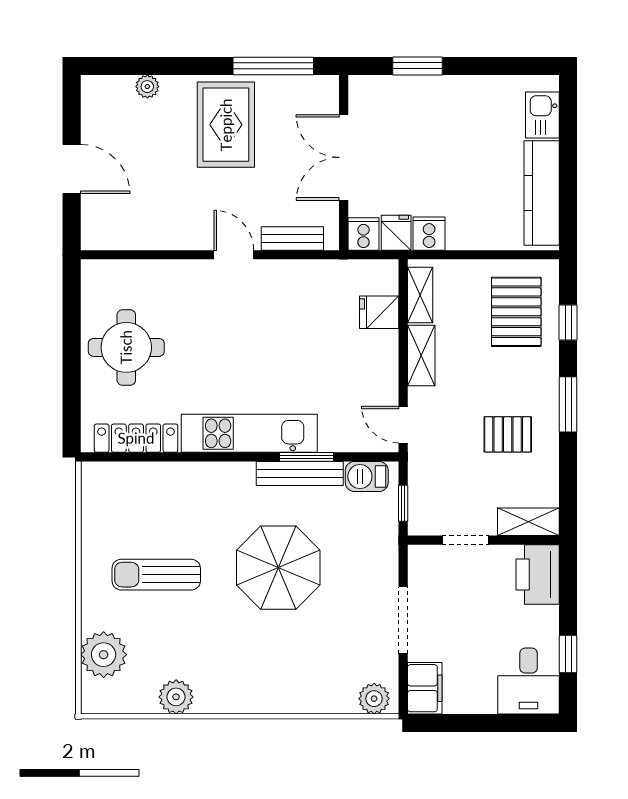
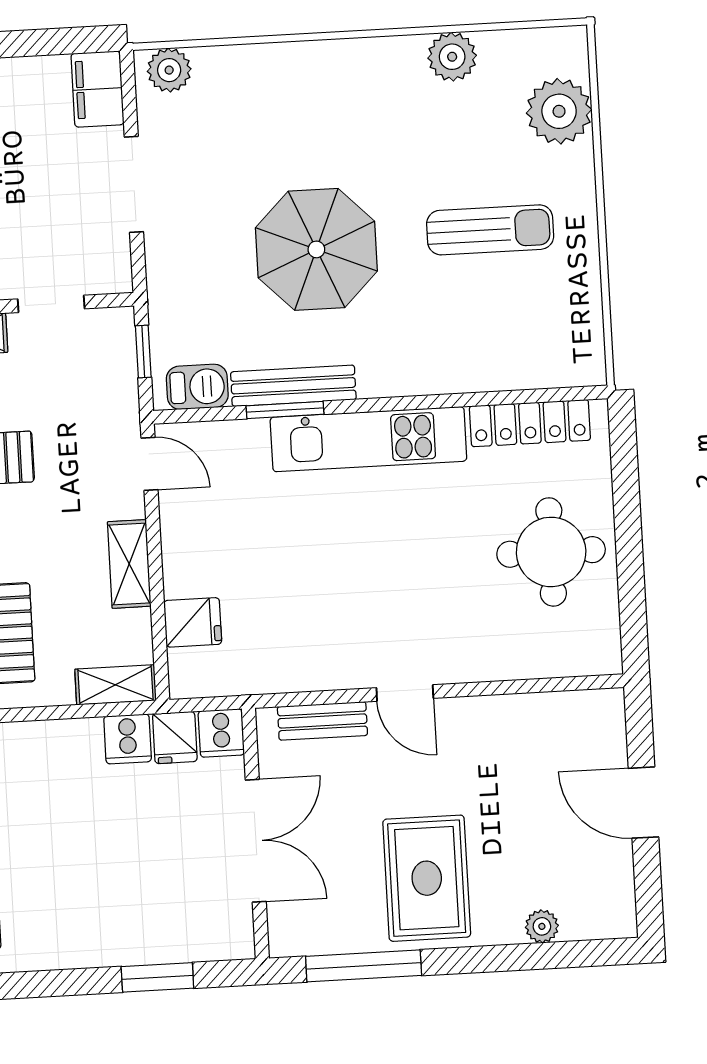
shelving: (420, 295) -> (116, 685), moved, turned 90

